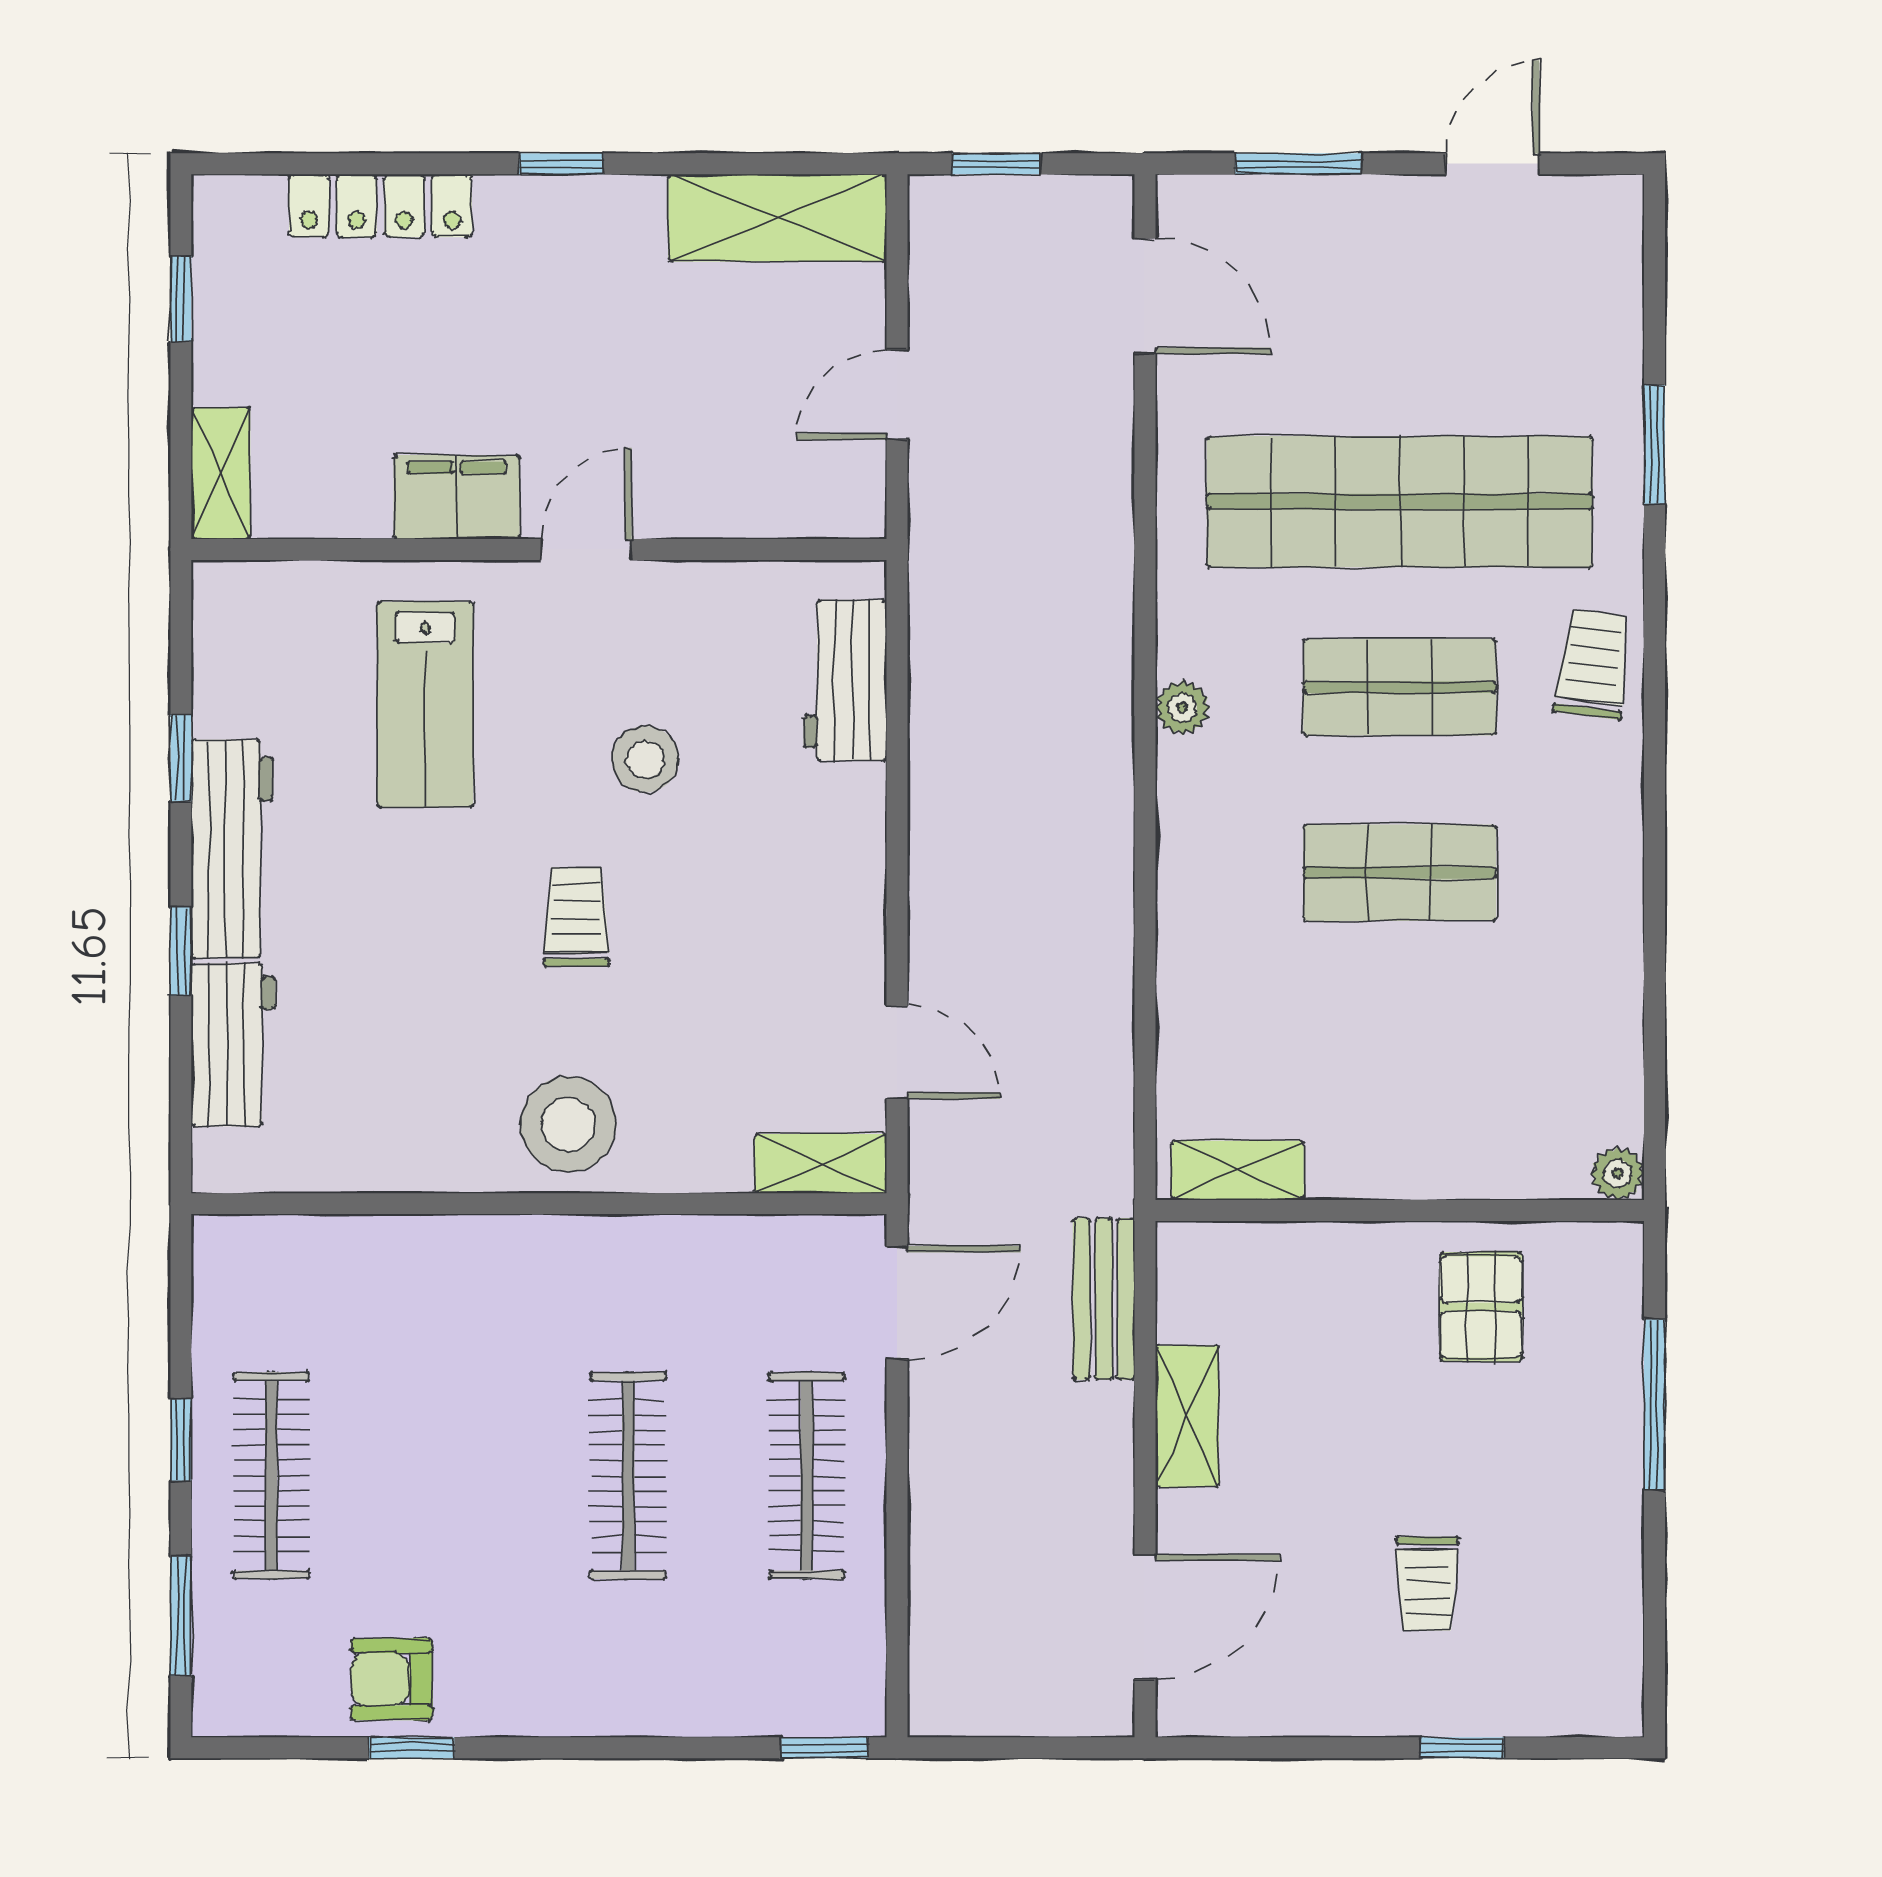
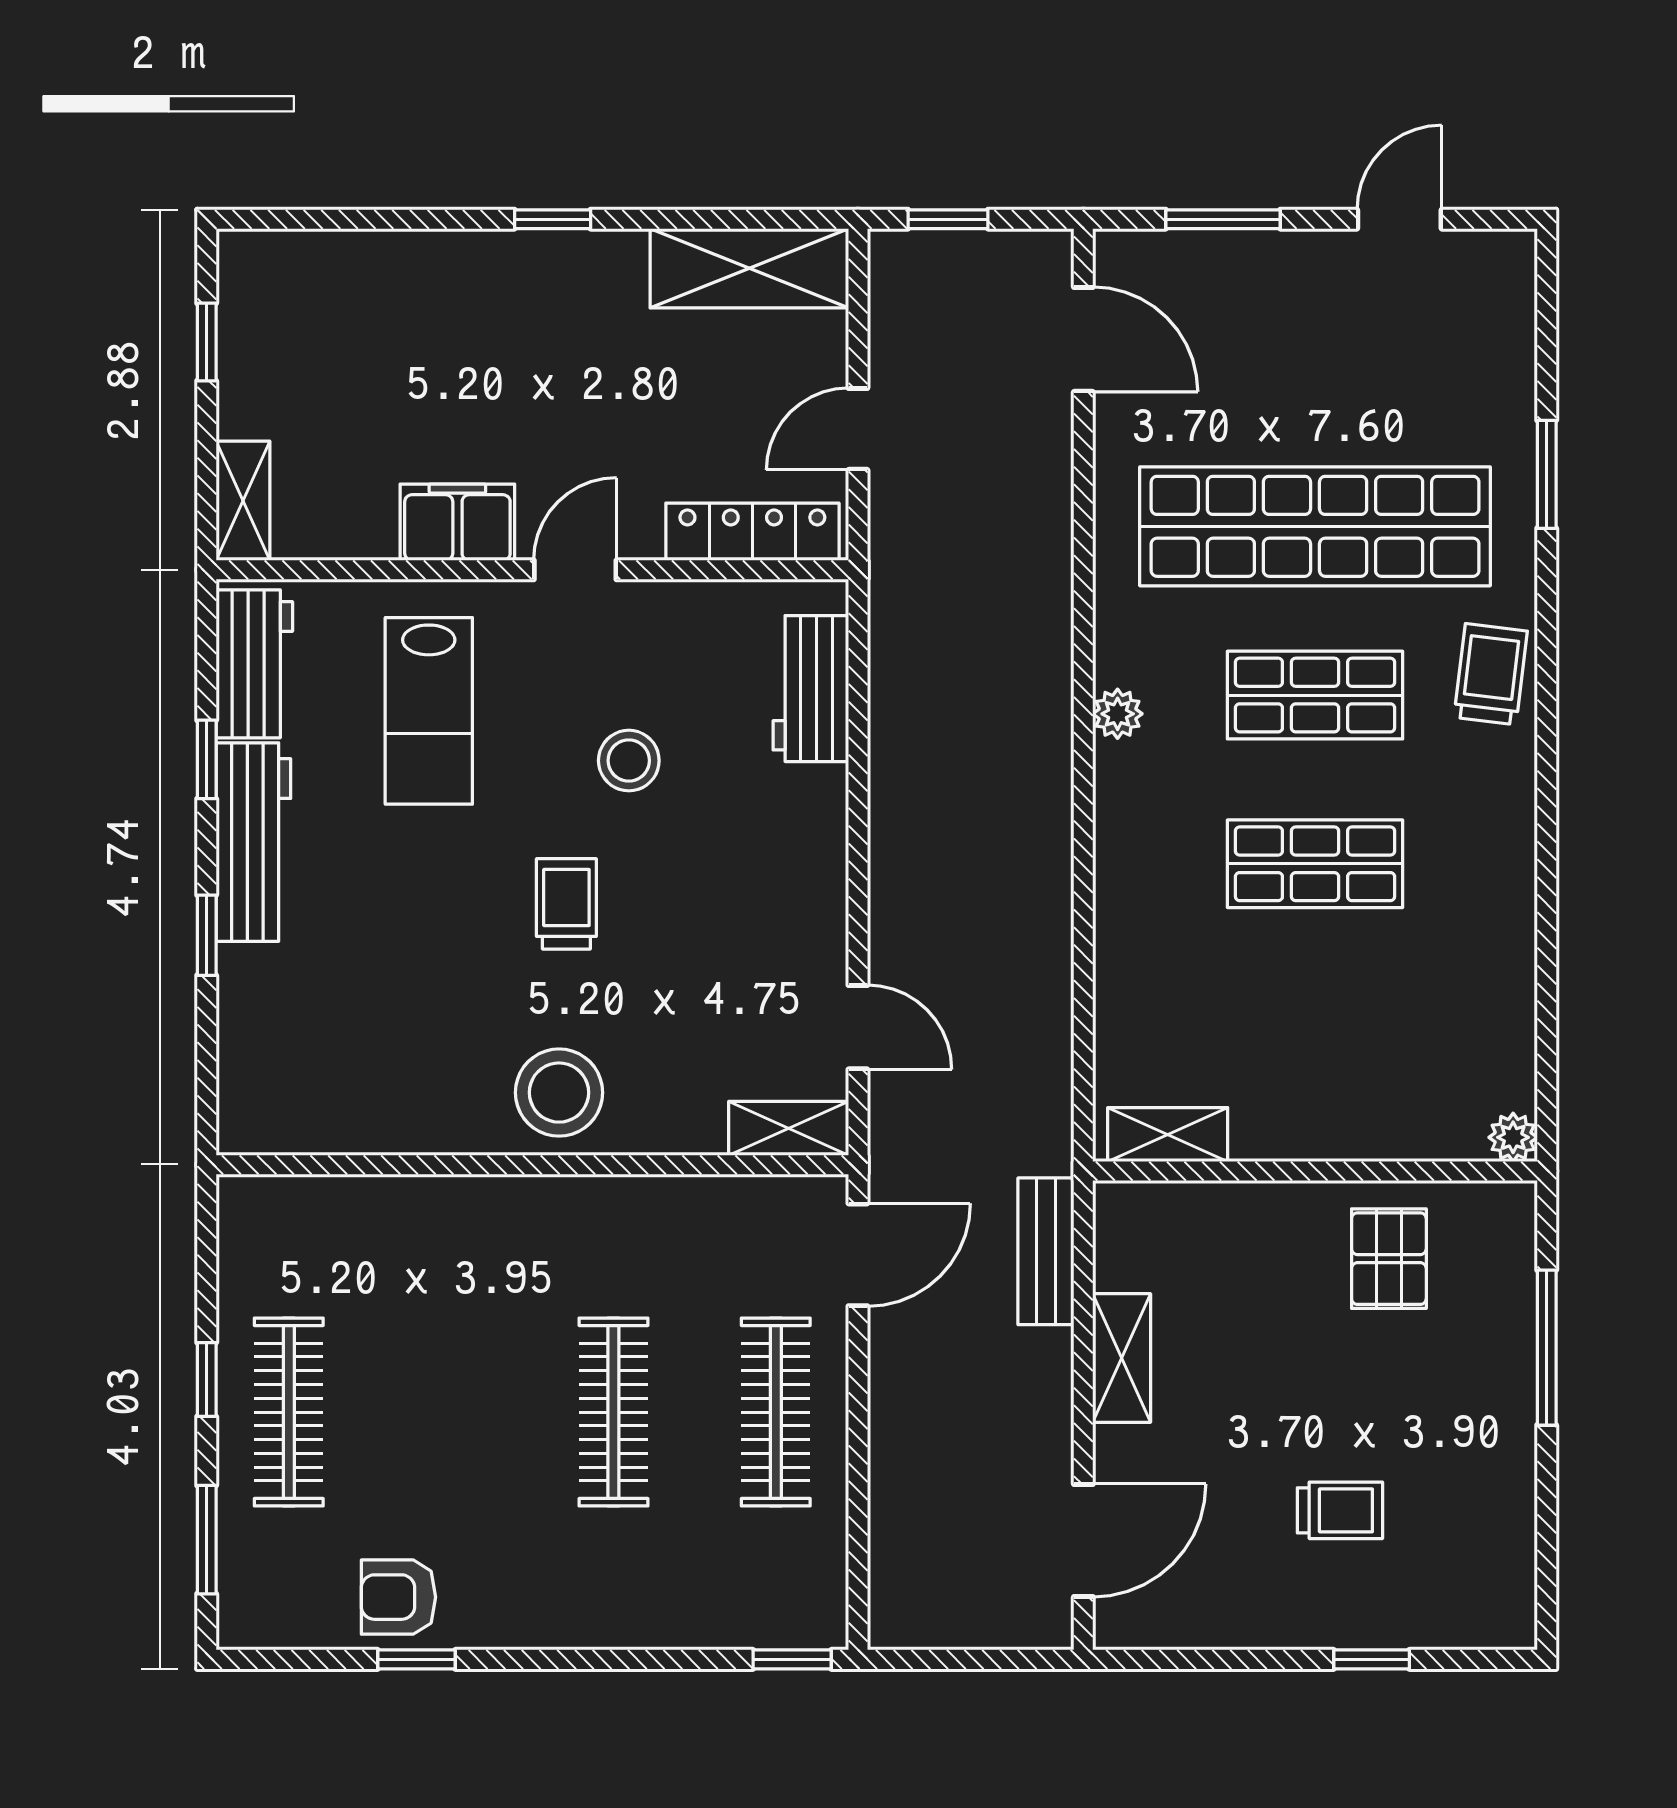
locker: (380, 206) -> (752, 532), moved, turned 180
workbench: (233, 1045) -> (254, 664), moved
trolley: (1427, 1584) -> (1340, 1510), turned -90

